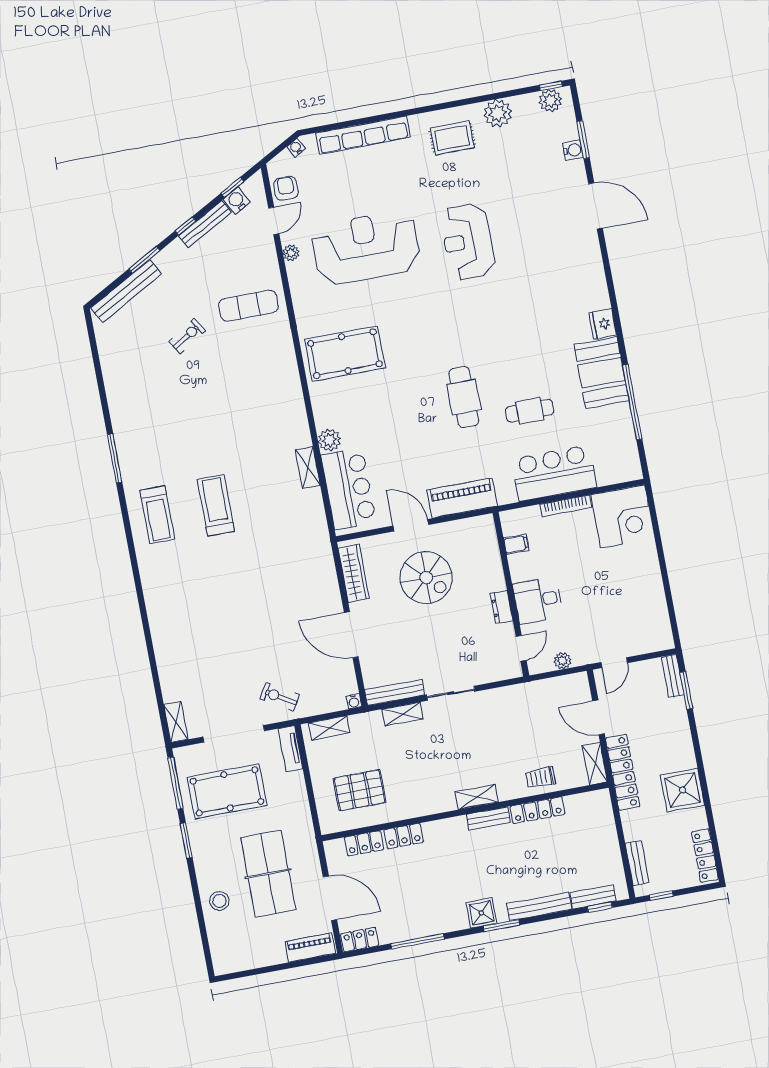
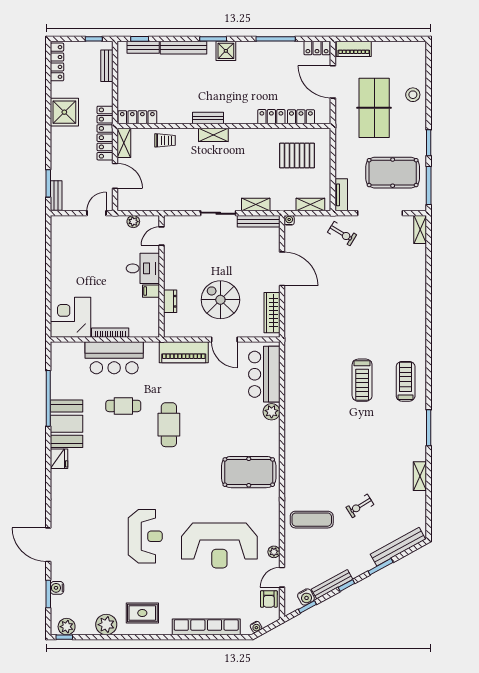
shelving: (308, 467) -> (420, 476), moved
filing cabinet: (516, 544) -> (151, 291), moved
dresser: (501, 607) -> (170, 301), moved
locker: (538, 810) -> (137, 117), moved

